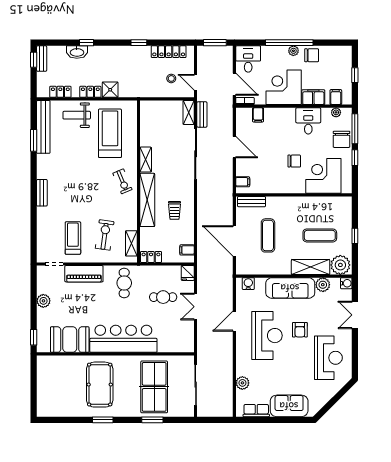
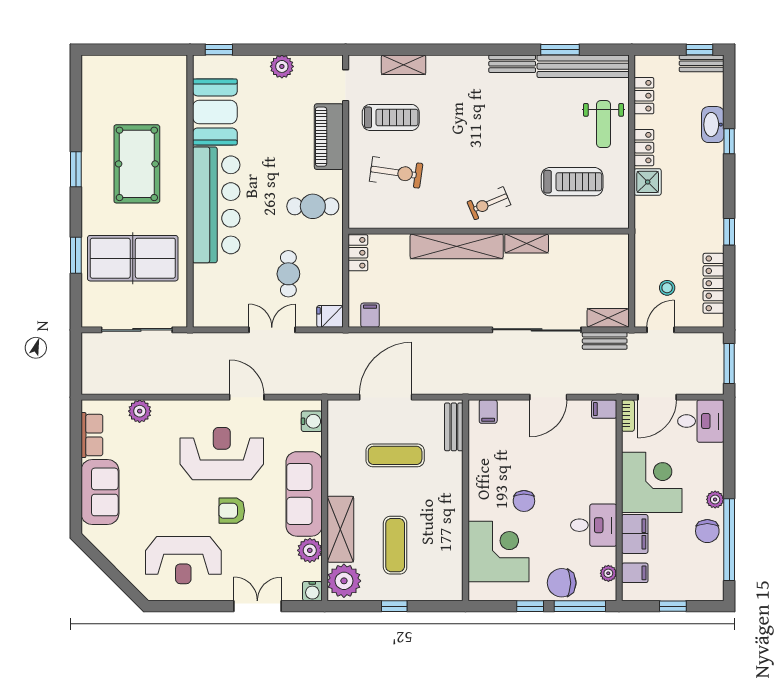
window: (289, 43) -> (729, 540), moved
weight bench: (77, 115) -> (603, 124), turned 180
filing cabinet: (258, 115) -> (604, 409), moved
treadmill: (110, 133) -> (572, 182), width x0.73, depth x0.73
bench: (42, 193) -> (512, 64), moved
trolley: (174, 210) -> (439, 293), removed
shelving: (131, 243) -> (404, 65), moved
reception desk: (267, 336) -> (222, 454), turned 180
pool table: (100, 385) -> (137, 164), turned 90

